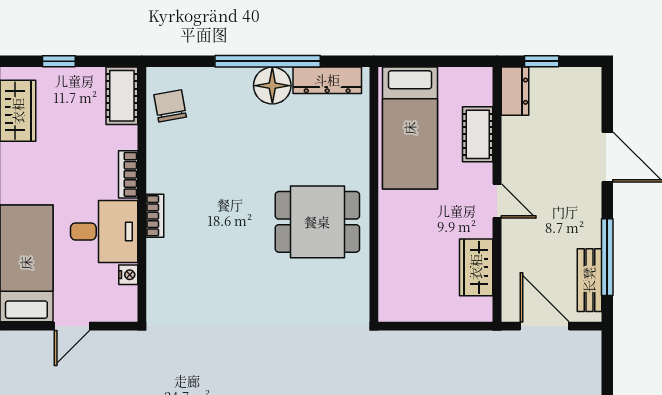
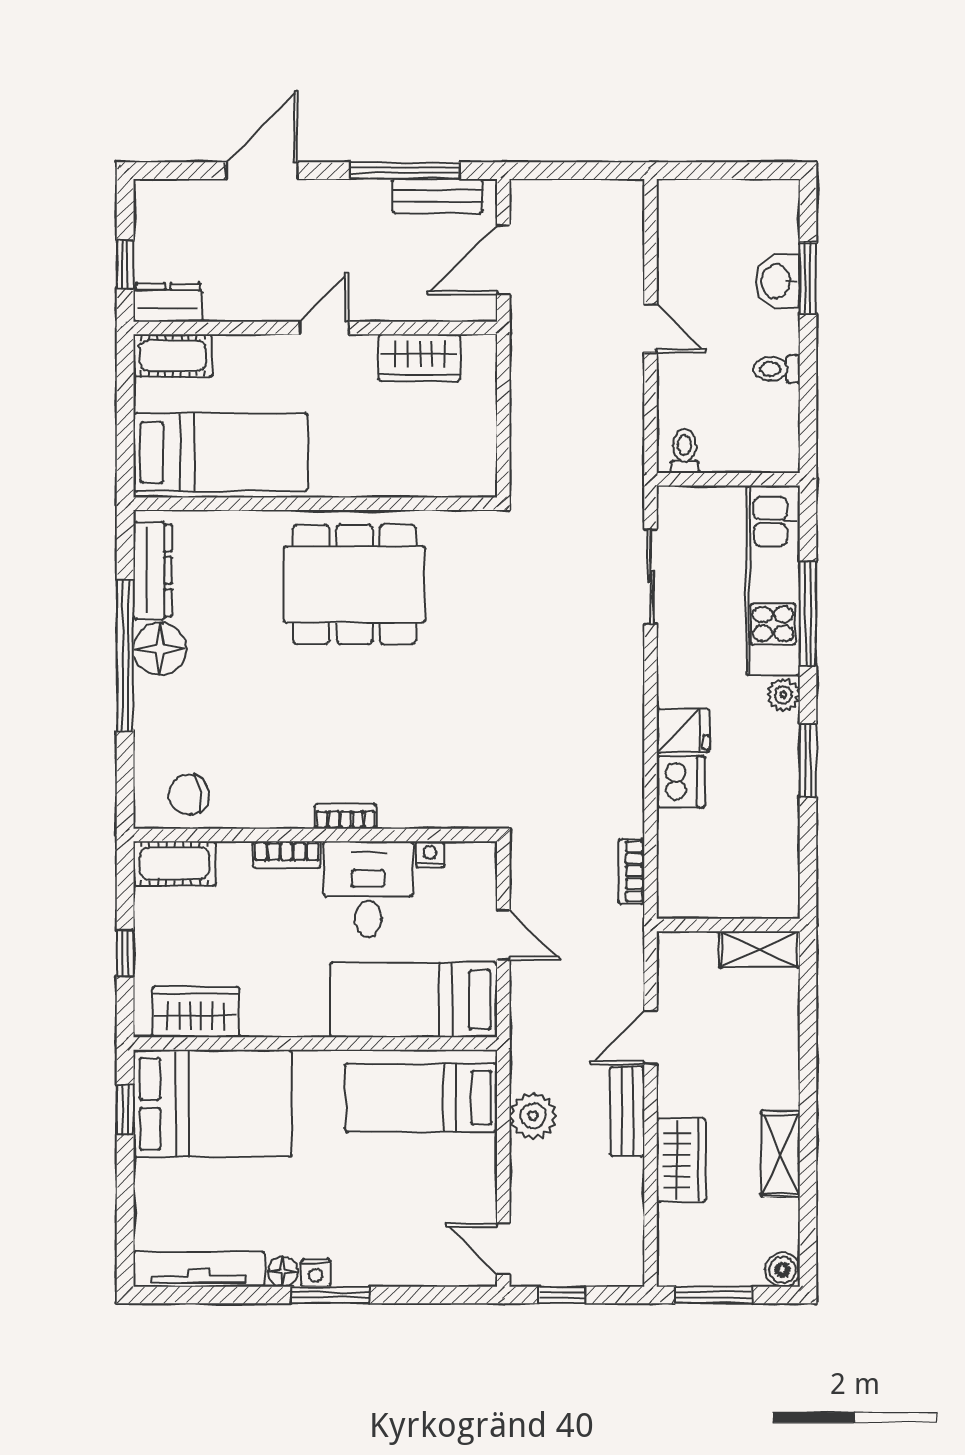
cot: (478, 134) -> (173, 356), moved
dining table: (317, 222) -> (354, 584), width x1.38

